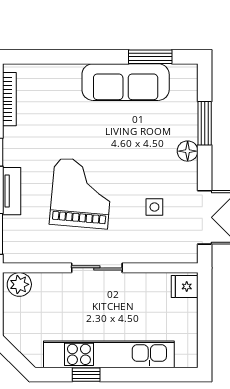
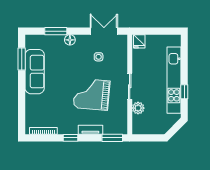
plant: (19, 284) -> (138, 108), moved

